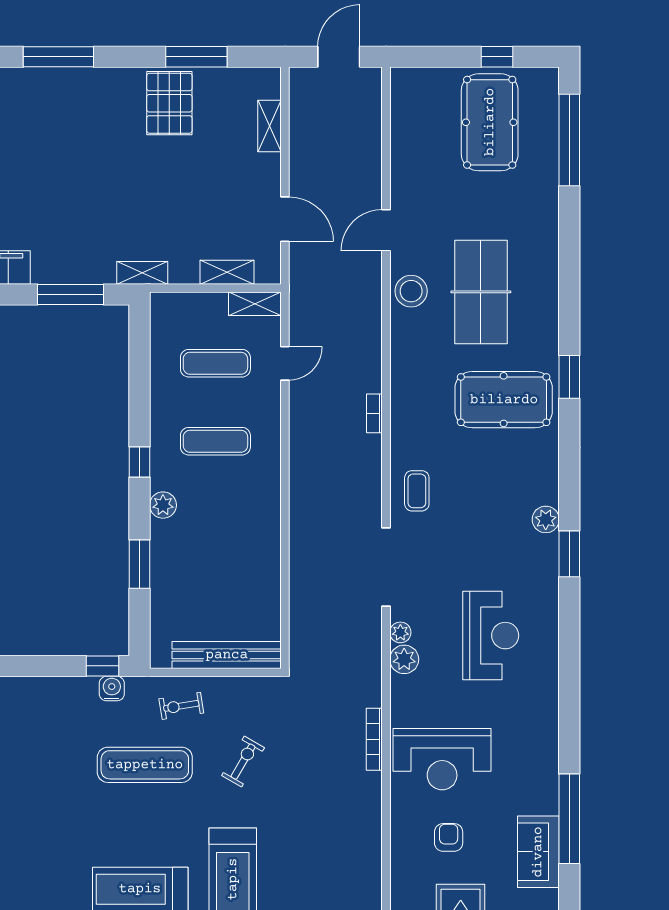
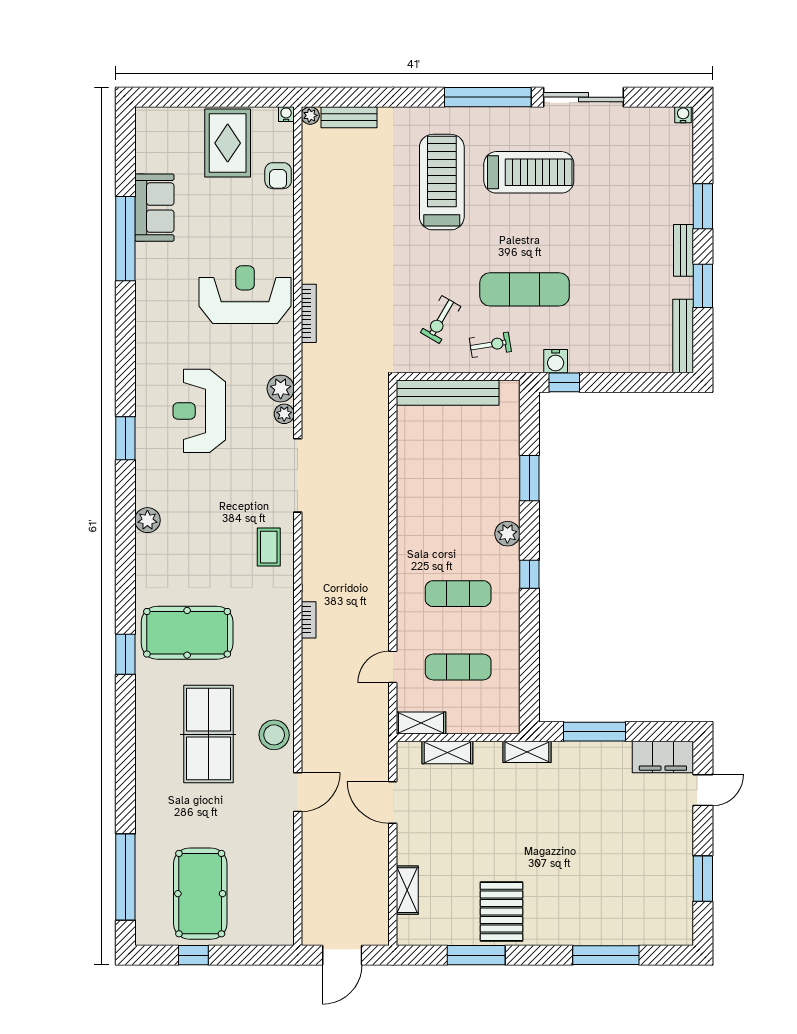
window: (569, 554) -> (125, 438), moved
exercise bike: (243, 762) -> (441, 319), moved
armchair: (449, 837) -> (278, 176), moved

